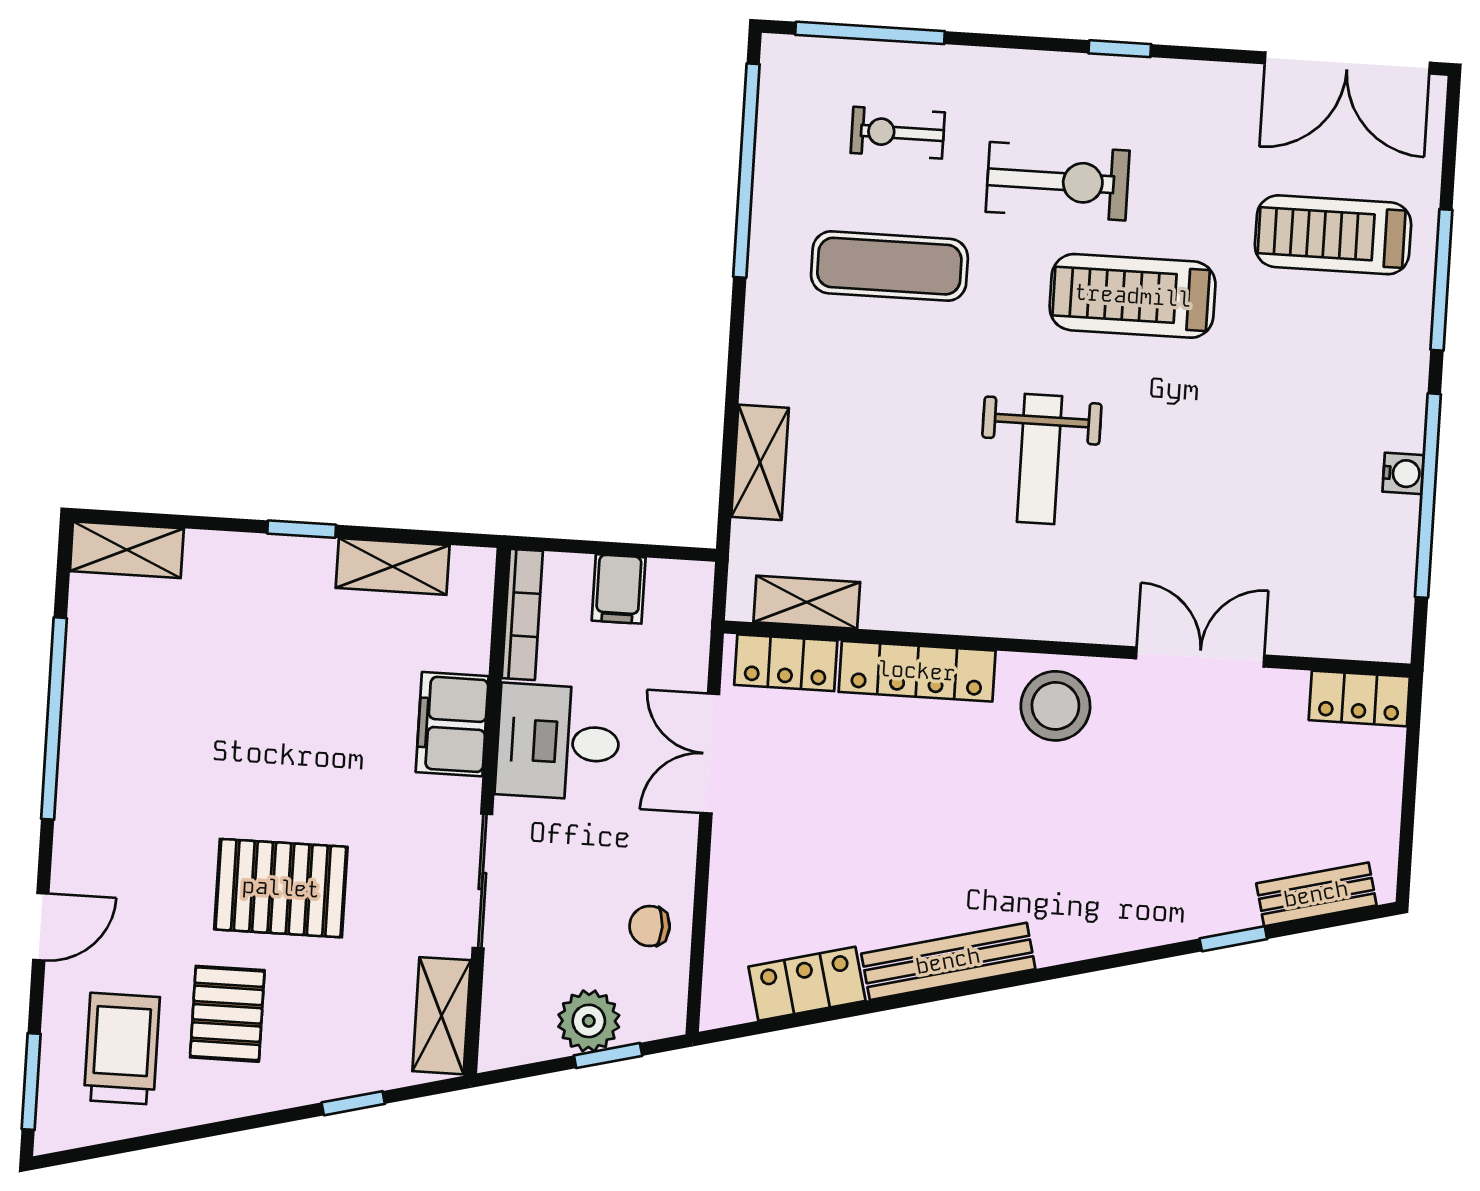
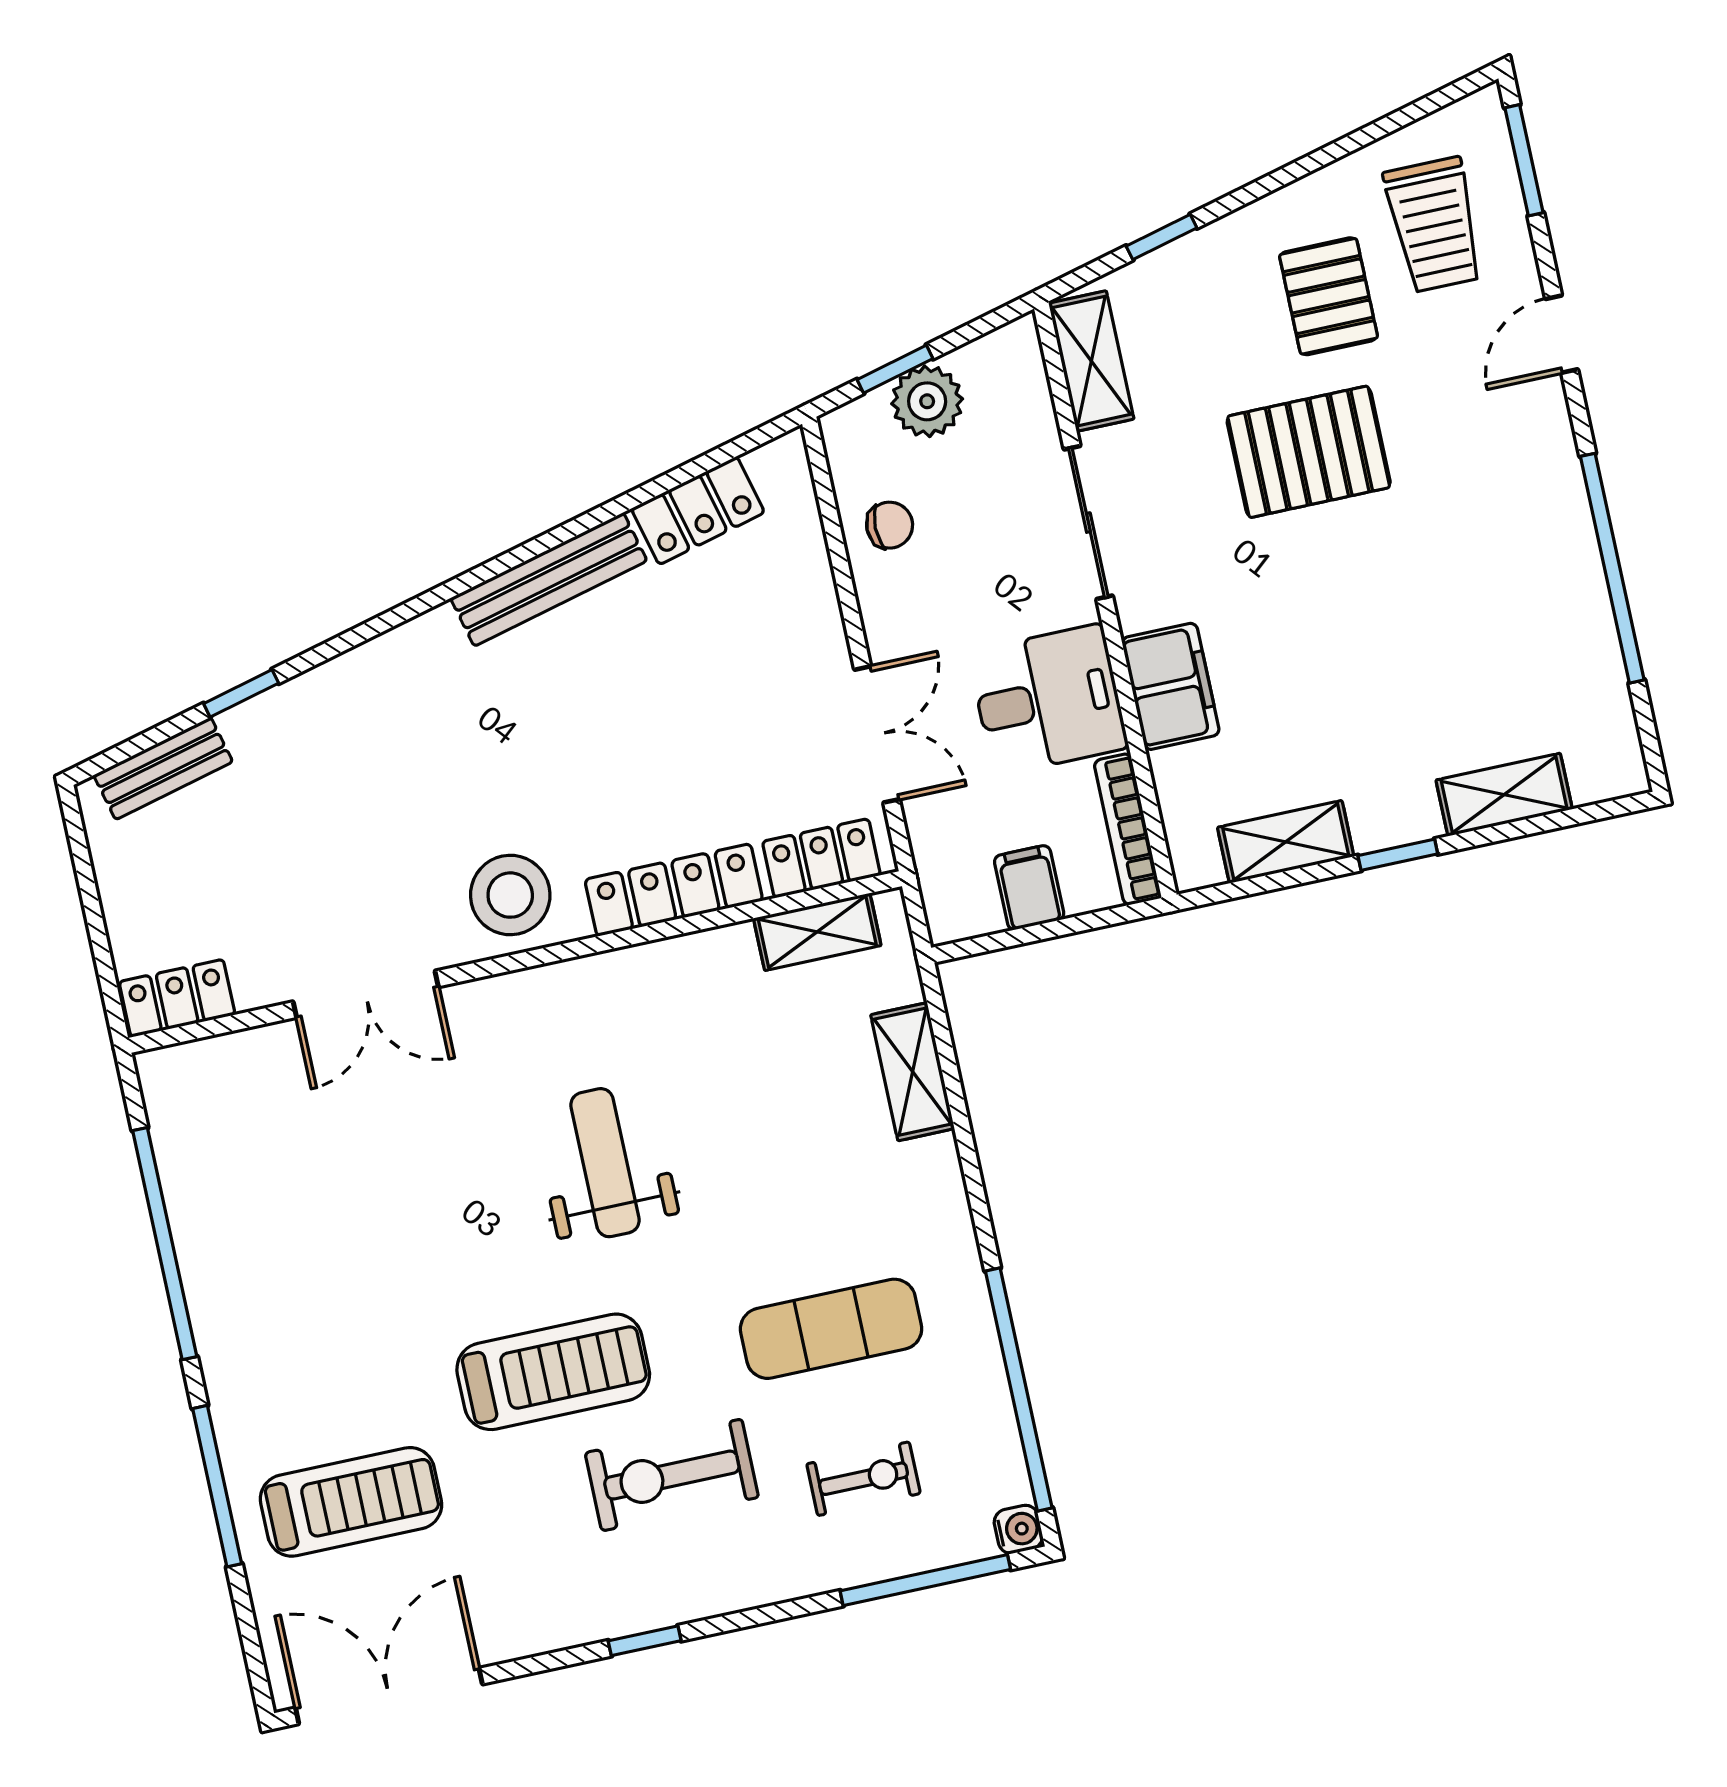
water cooler: (1403, 473) -> (1018, 1529), moved, turned 180
shelving: (127, 550) -> (1504, 795), moved

